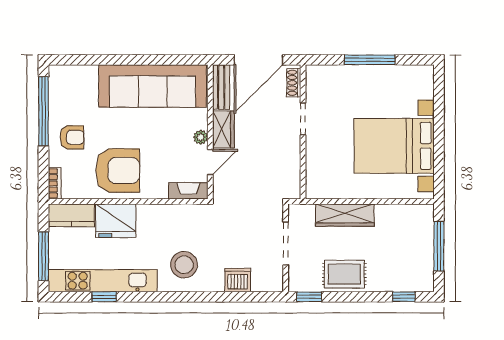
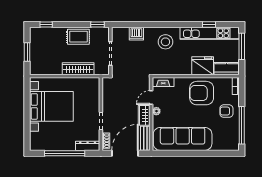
window: (370, 60) -> (65, 153), width x1.46
dresser: (327, 73) -> (88, 146), added
window: (439, 246) -> (27, 52), width x0.69

